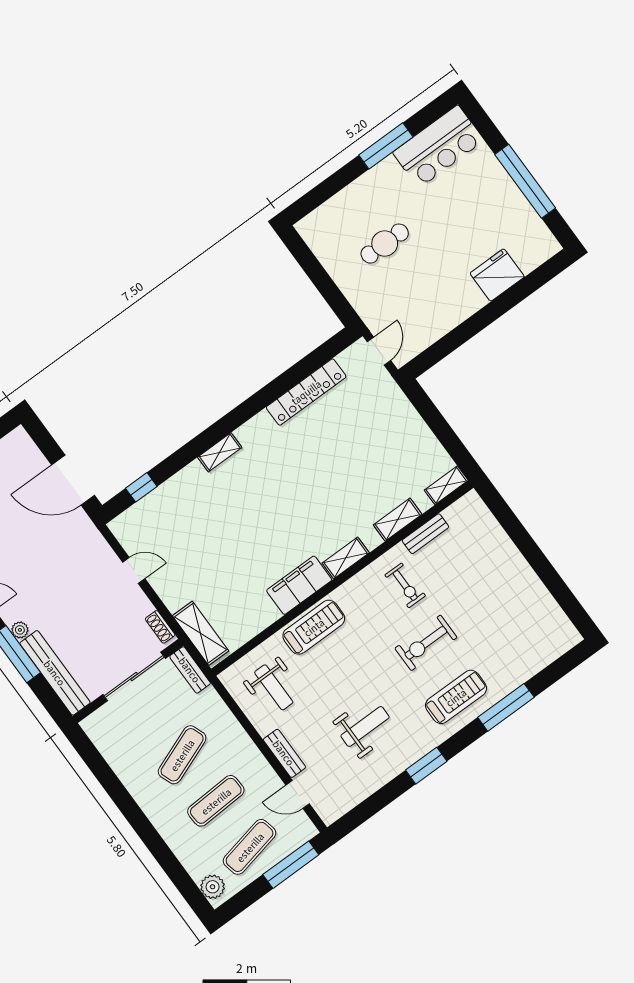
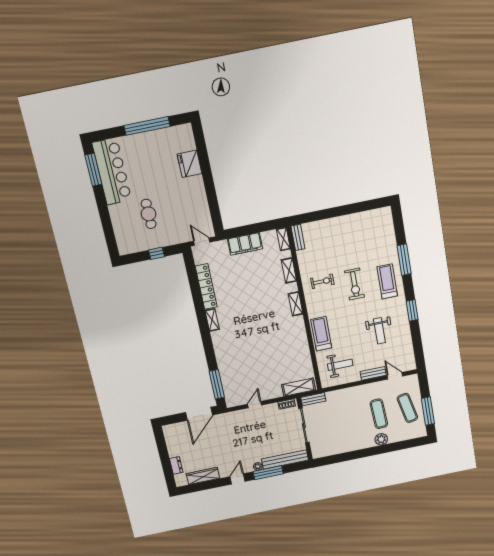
window: (386, 146) -> (93, 170), moved
bar counter: (438, 146) -> (112, 172), width x1.36
window: (325, 285) -> (157, 253), added
shelving: (220, 452) -> (212, 320), moved
window: (141, 487) -> (217, 384), width x2.17
bench: (425, 534) -> (298, 237), moved
filing cabinet: (299, 585) -> (245, 244), moved, turned -90
weight bench: (365, 726) -> (379, 331), turned 180
exercise mat: (182, 755) -> (350, 420), removed
door: (298, 794) -> (395, 376), swing flipped
window: (291, 865) -> (428, 411), moved
plant: (213, 887) -> (381, 439), moved

